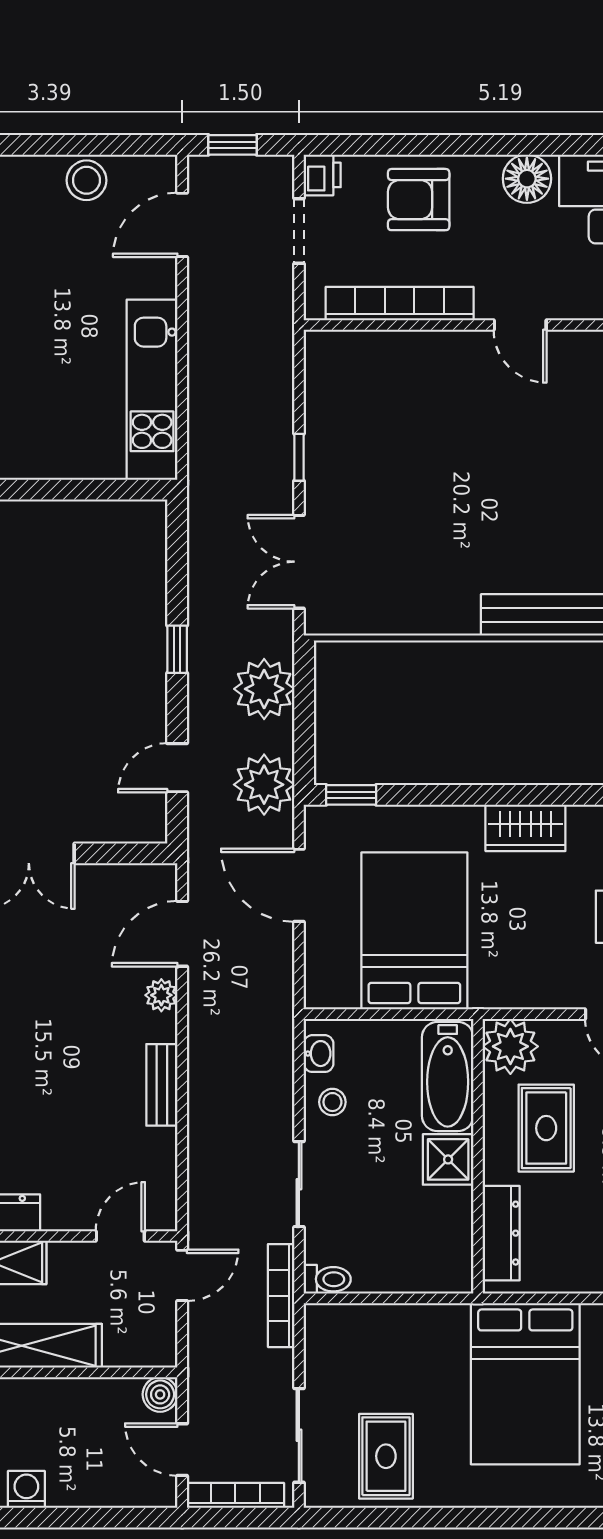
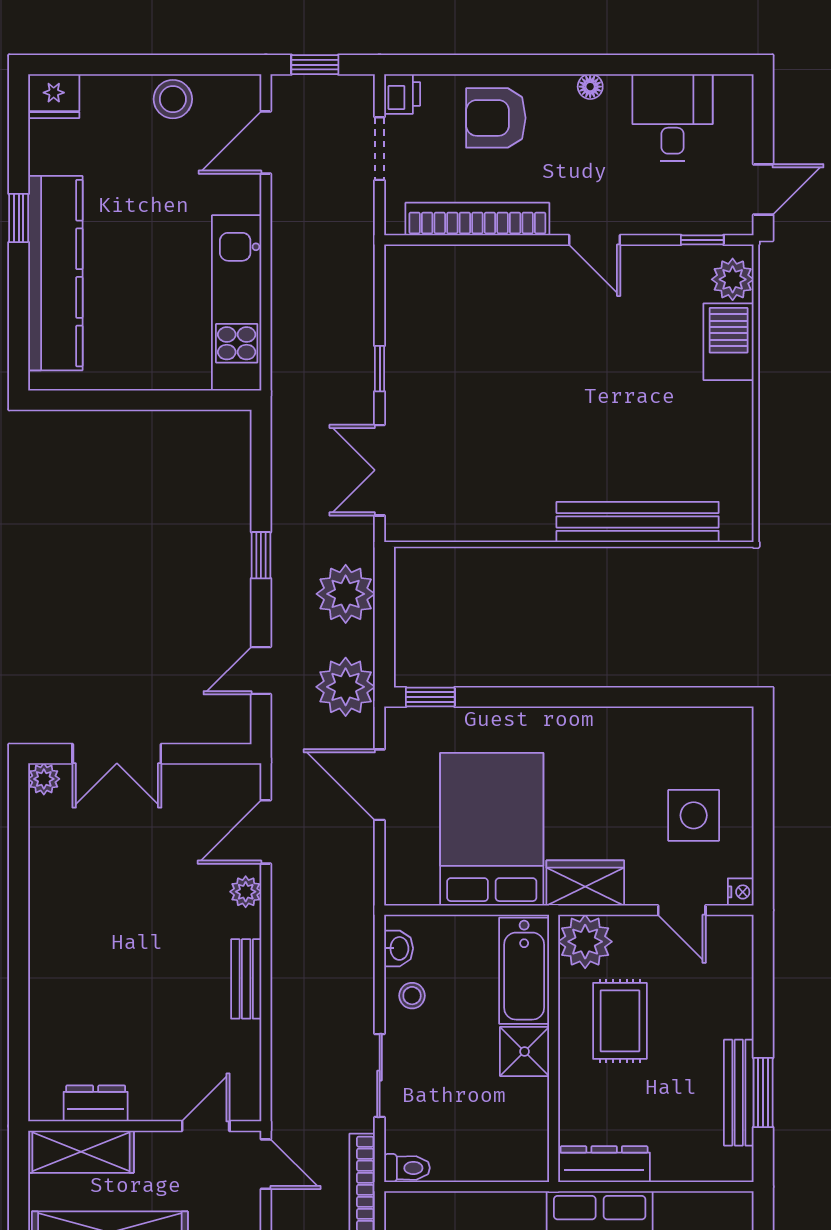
floor lamp: (527, 179) -> (590, 87), width x0.53, depth x0.53
wardrobe: (525, 828) -> (585, 883), moved, turned 180
dresser: (501, 1233) -> (604, 1164), moved, turned -90
door: (182, 1275) -> (266, 1164), hinge flipped

